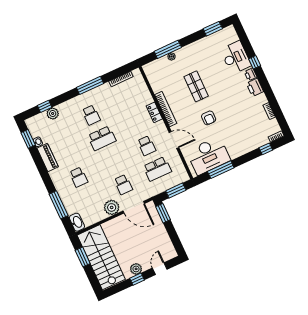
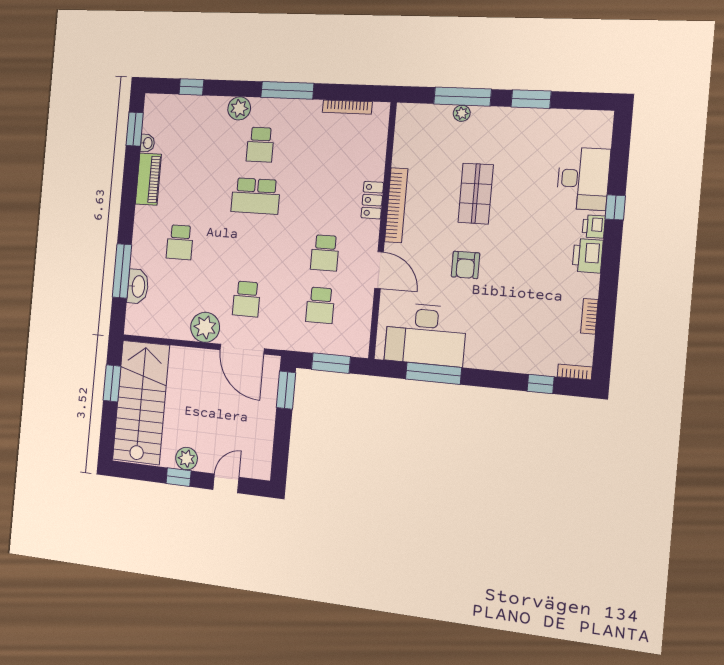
window: (213, 29) -> (531, 99), moved
plant: (53, 113) -> (239, 108), moved
school desk: (157, 169) -> (320, 305), width x0.54
washbasin: (77, 222) -> (138, 286), moved

